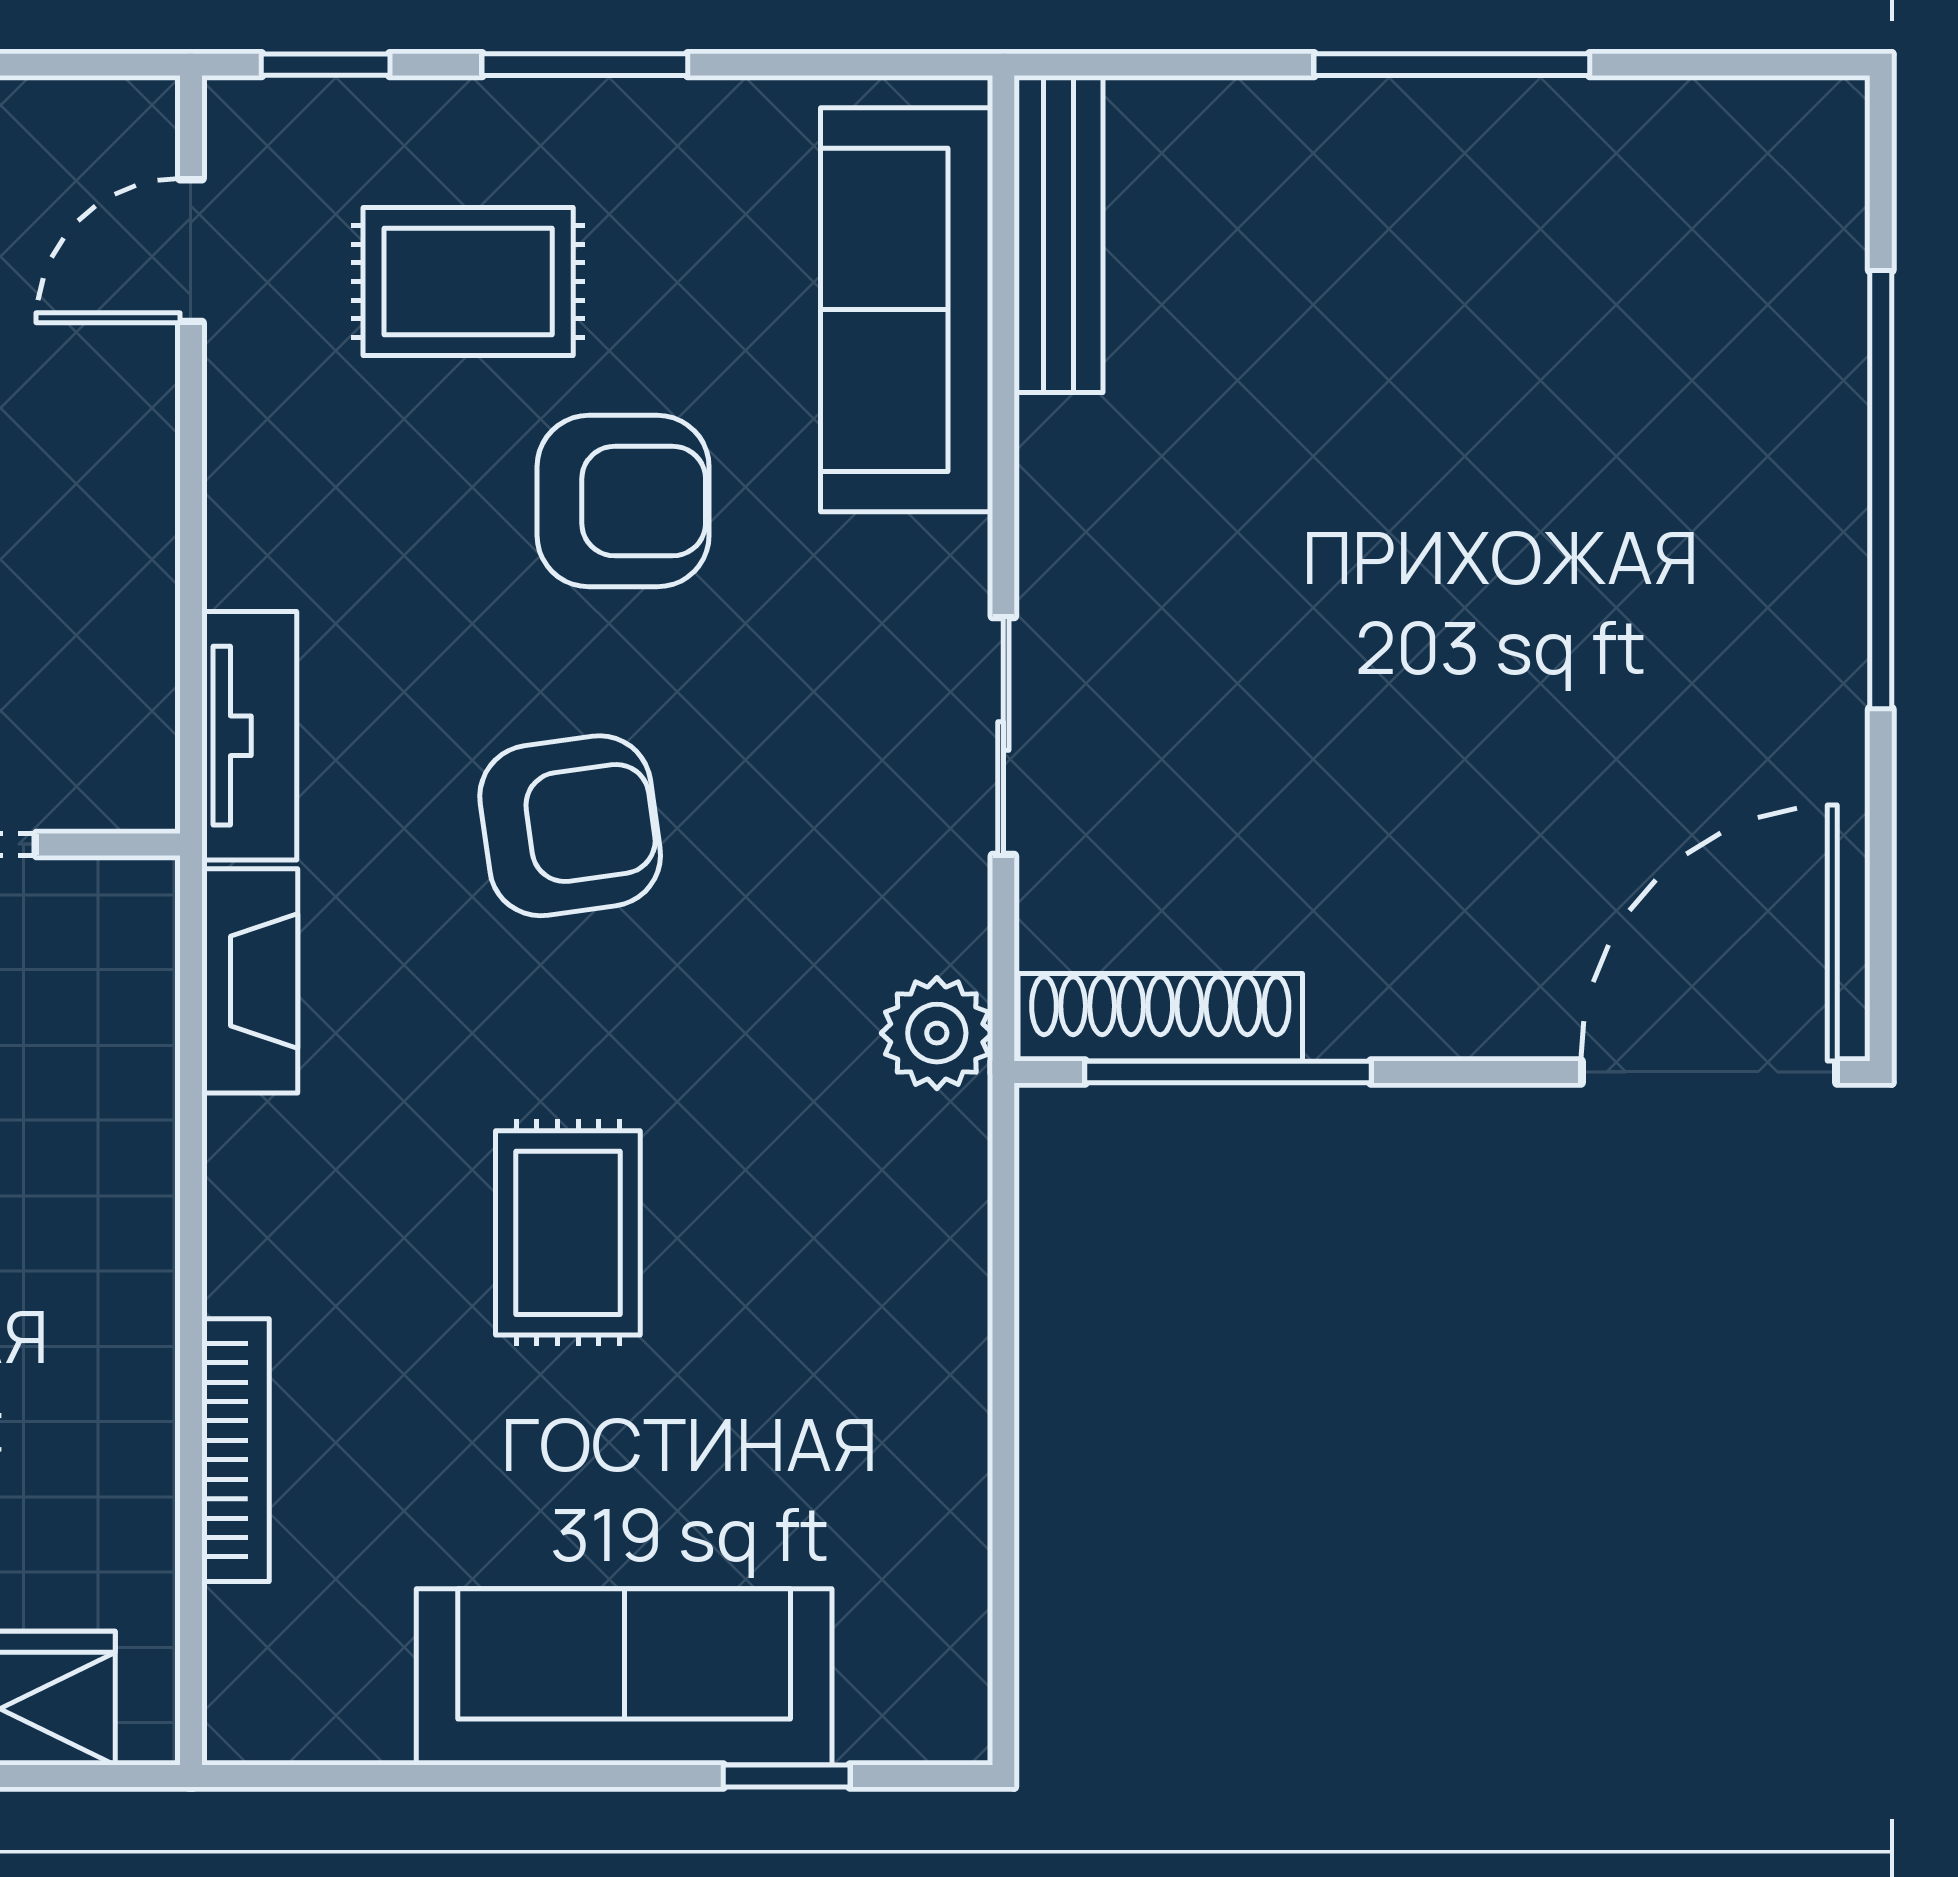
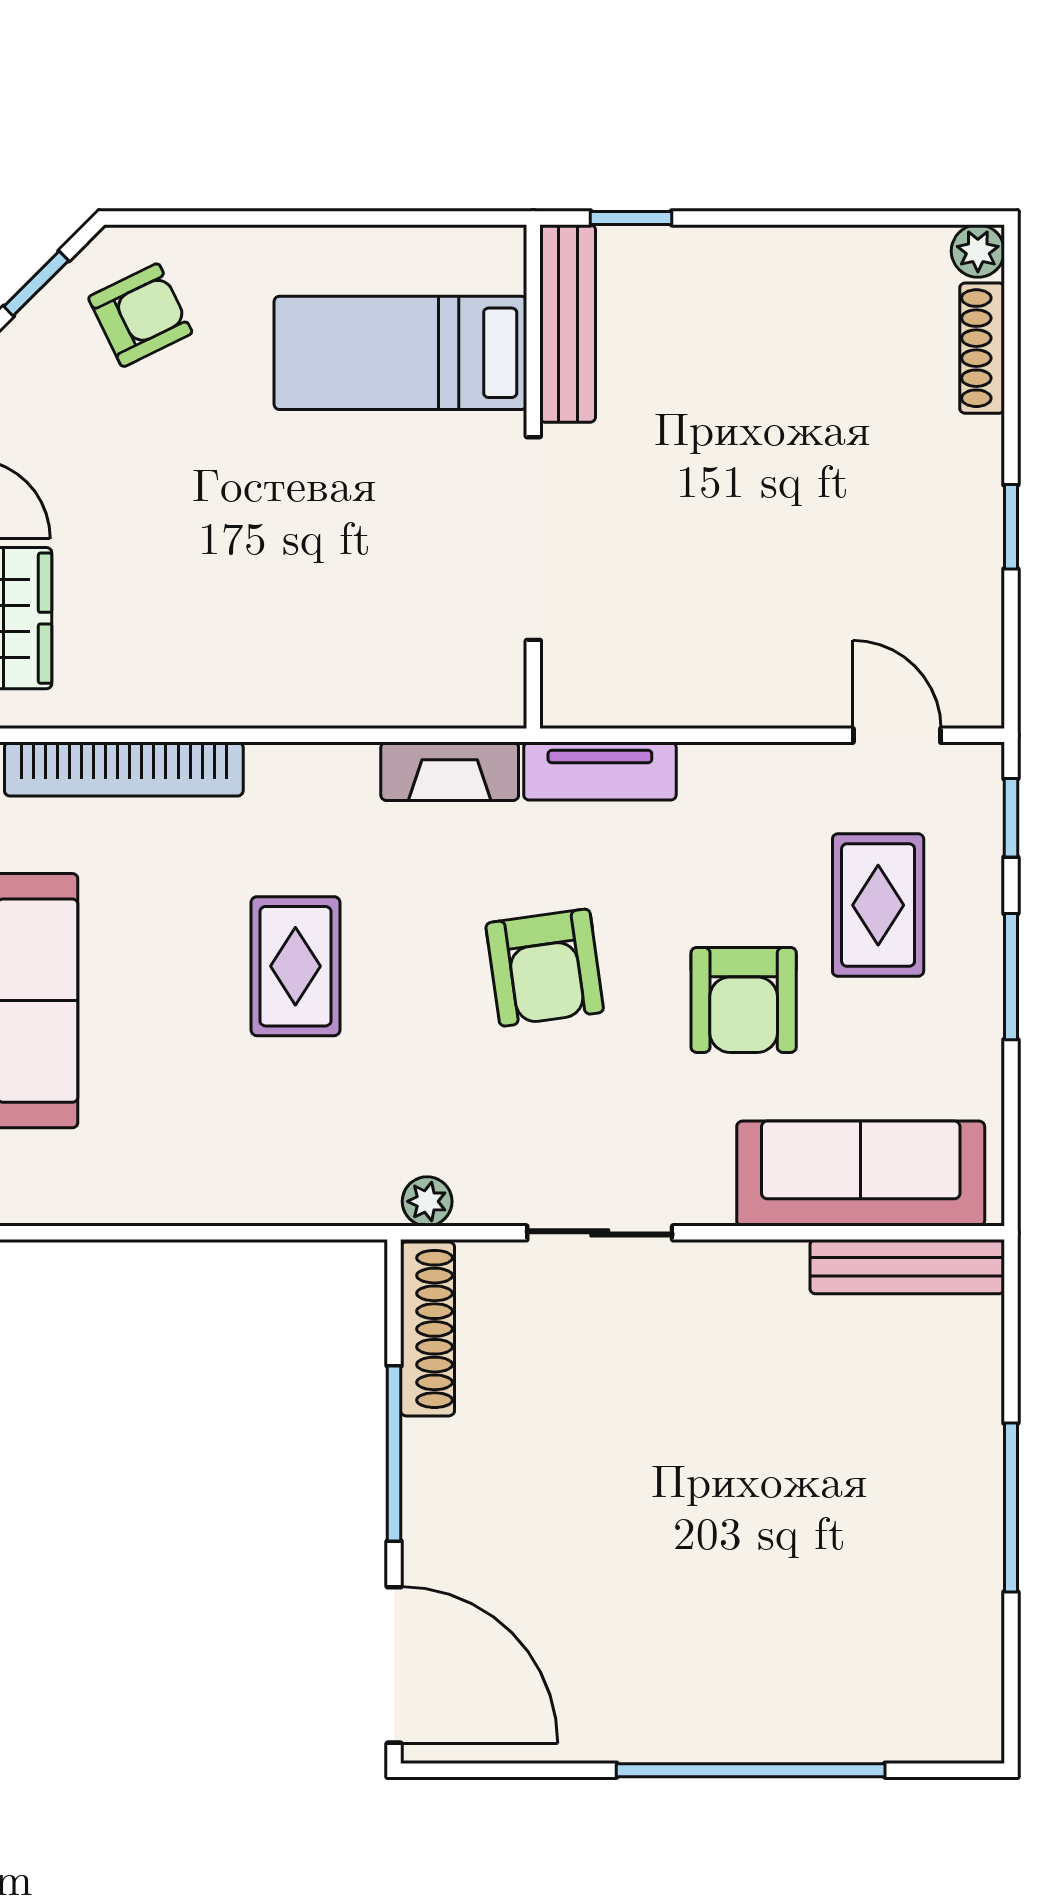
plant: (937, 1033) -> (427, 1201), width x0.73, depth x0.73
window: (1228, 1072) -> (394, 1453), moved
rug: (568, 1233) -> (295, 966), turned 90
bookcase: (235, 1450) -> (124, 769), width x1.48, depth x1.31

